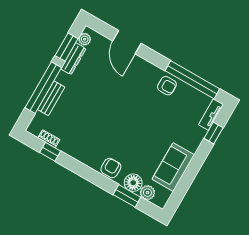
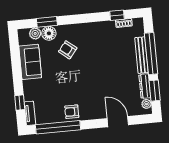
bench: (51, 98) -> (142, 55), width x1.36
armchair: (111, 168) -> (68, 50), moved, turned 129

